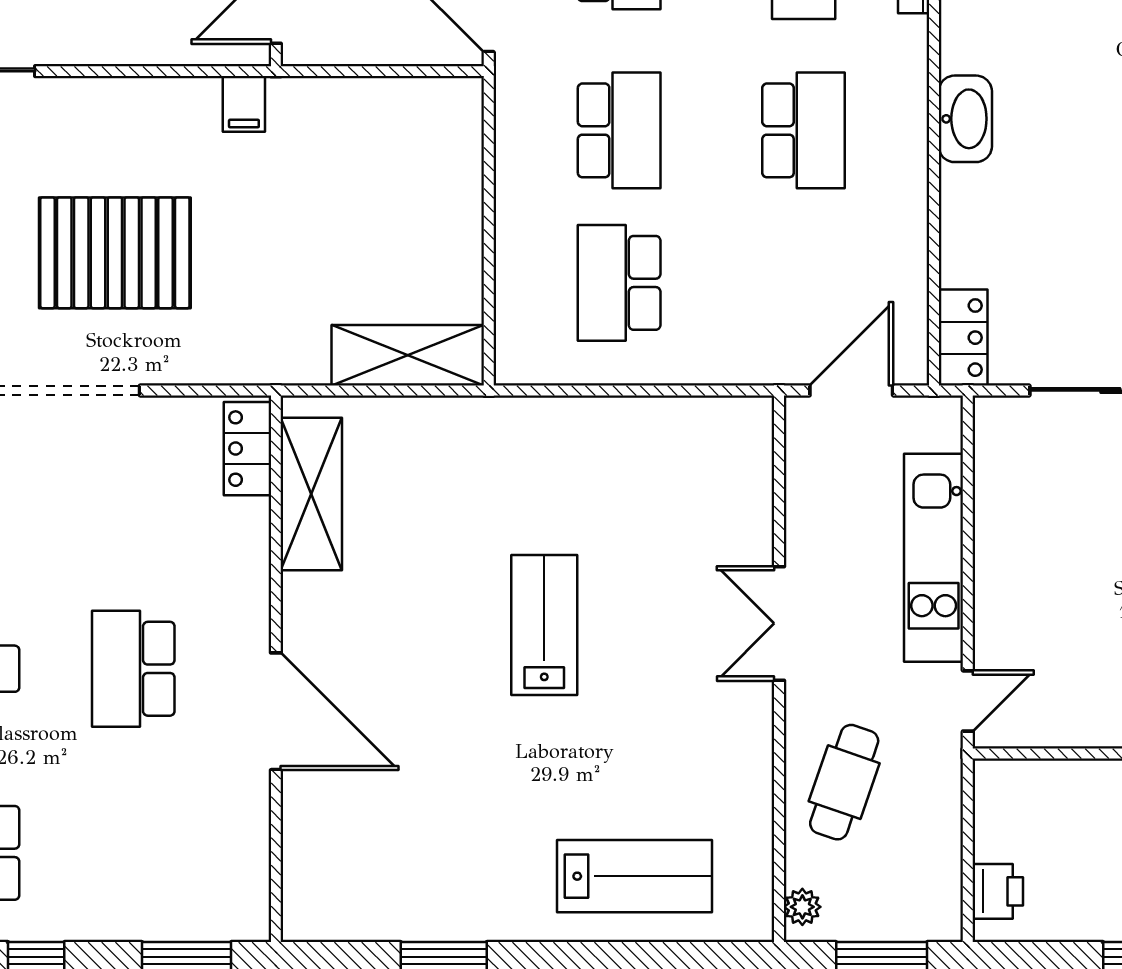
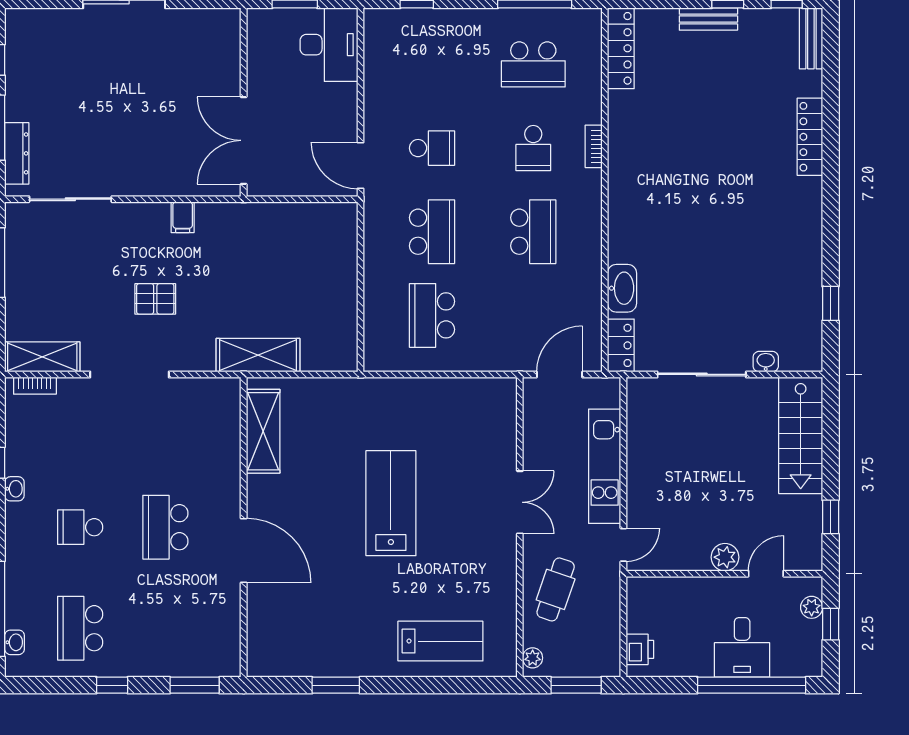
filing cabinet: (244, 104) -> (183, 217), moved
washbasin: (965, 119) -> (622, 288), moved
pallet: (115, 253) -> (155, 299), width x0.49, depth x0.50
shelving: (408, 355) -> (258, 355), moved
locker: (247, 449) -> (228, 406), removed
double door: (779, 623) -> (520, 502), swing flipped
lab bench: (544, 625) -> (391, 503), width x1.36, depth x1.39

